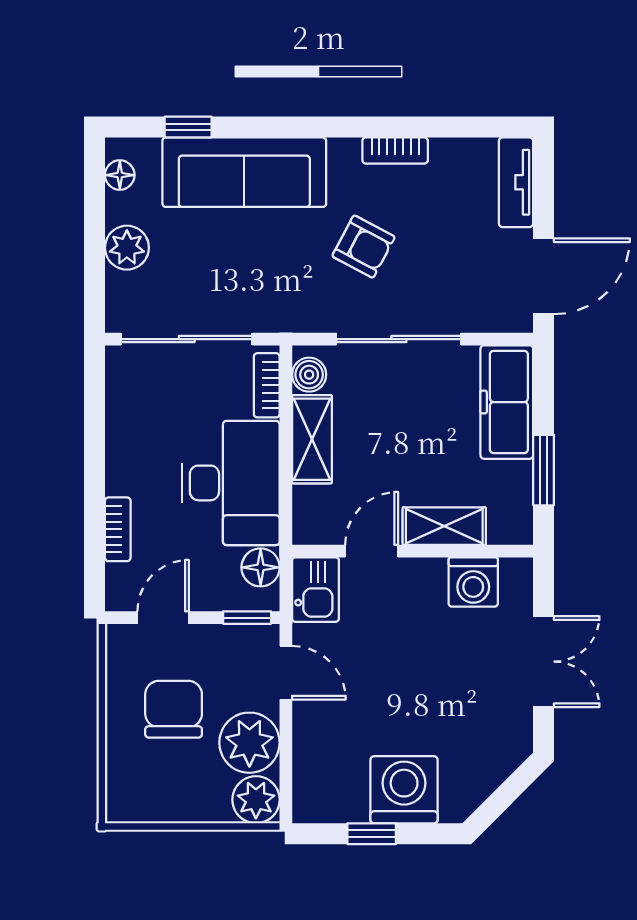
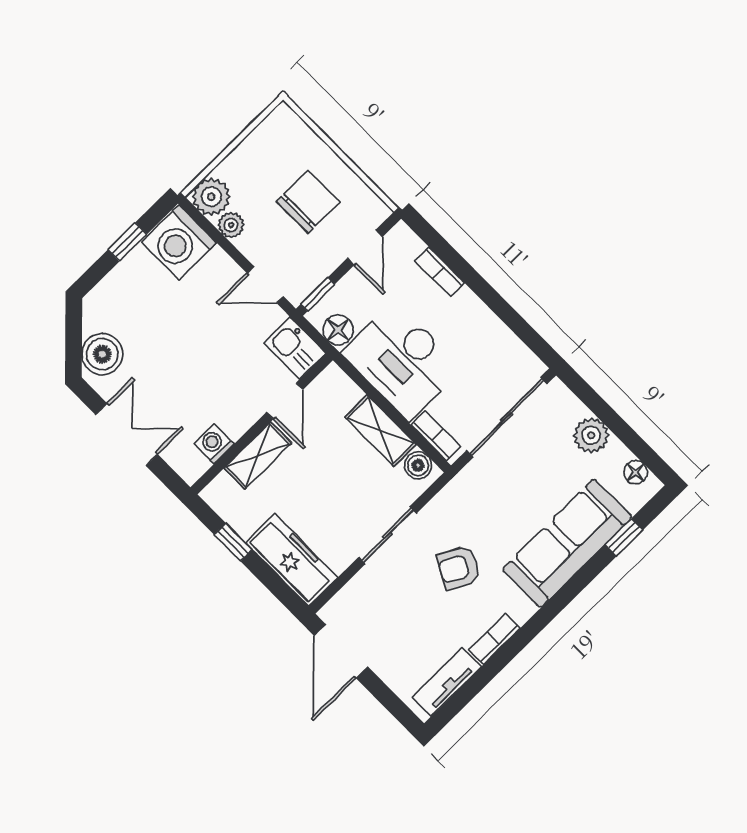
tv unit: (516, 182) -> (447, 682), moved, turned -90
sliding door: (399, 339) -> (387, 535), width x0.73
window: (544, 470) -> (233, 542), width x0.67
washing machine: (473, 582) -> (214, 444), width x0.73, depth x0.73
double door: (544, 662) -> (126, 434), swing flipped
chair: (174, 709) -> (308, 202), turned -90
plant: (249, 743) -> (231, 225), width x0.53, depth x0.53
boiler: (494, 755) -> (102, 354), added
washing machine: (404, 790) -> (179, 242), moved, turned 90

